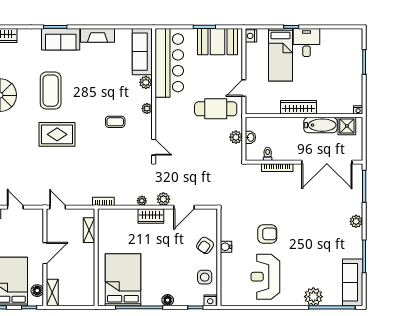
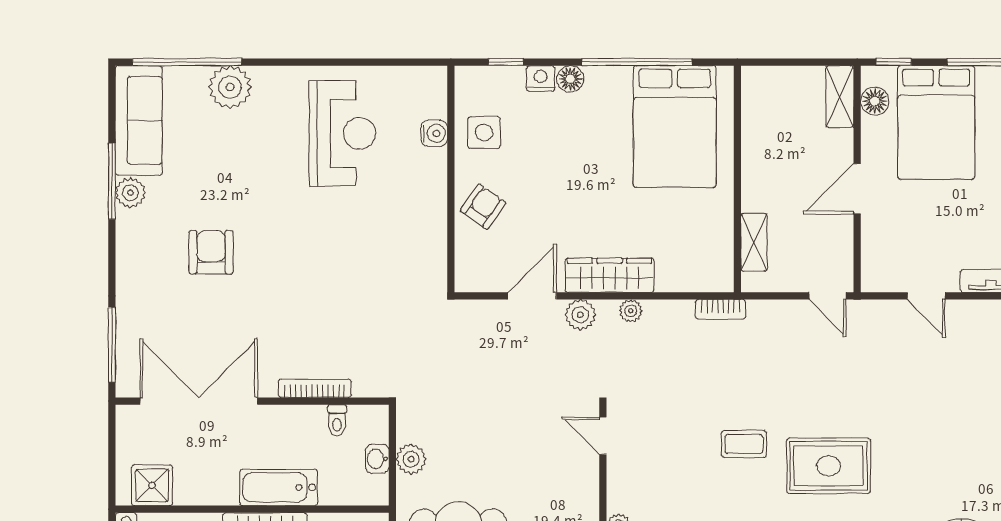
coffee table: (115, 122) -> (744, 444), moved
bathtub: (320, 125) -> (279, 487), moved
wardrobe: (151, 216) -> (610, 275), width x1.50
plant: (356, 221) -> (130, 193), moved
armchair: (267, 234) -> (211, 252), moved, turned 90
water cooler: (226, 247) -> (434, 133), moved
nightstand: (210, 300) -> (541, 78), moved

